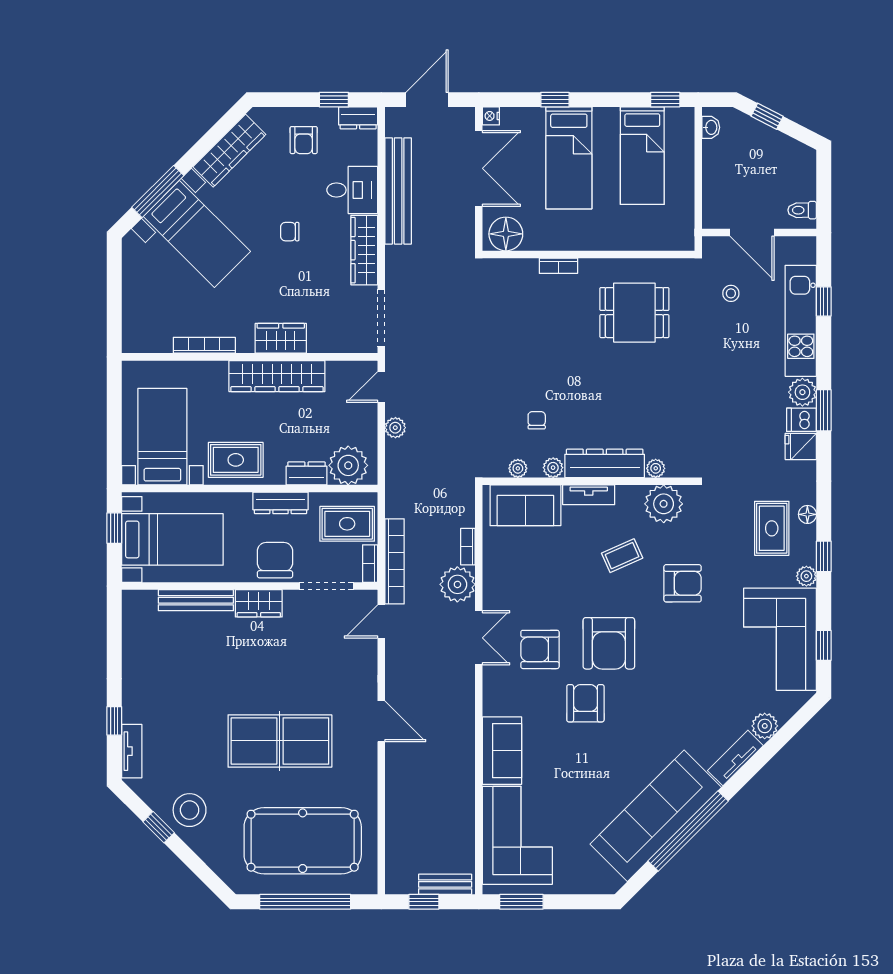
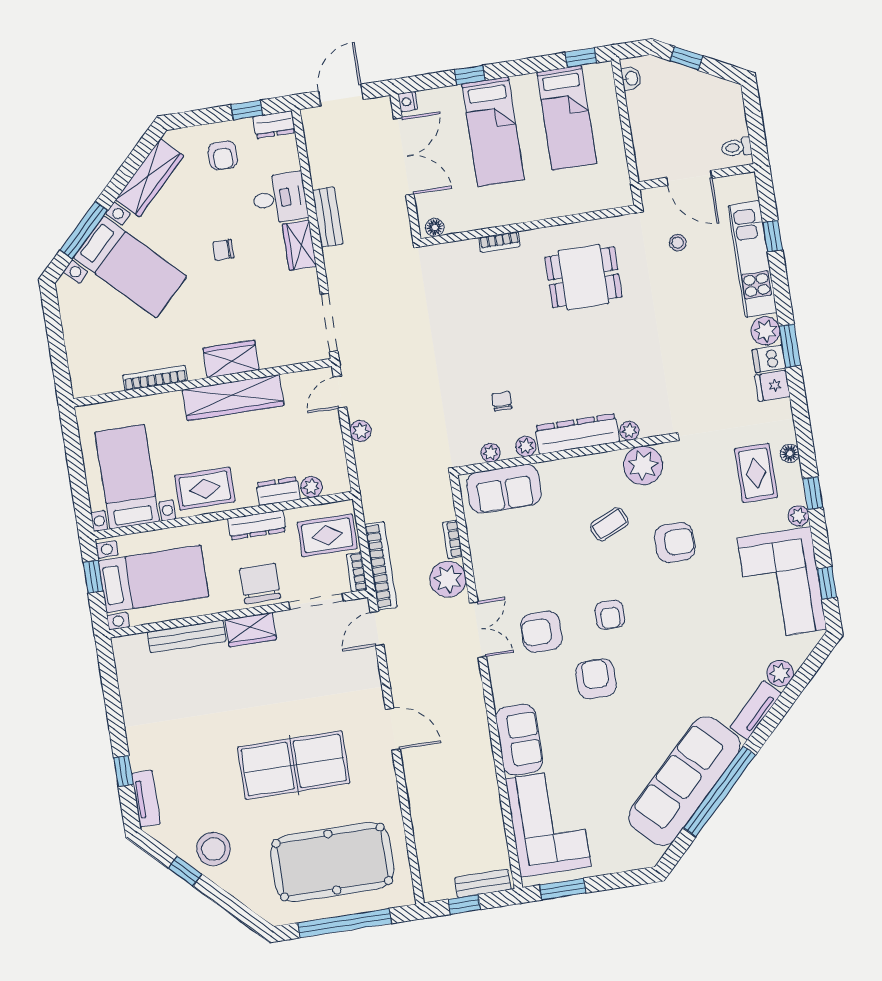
bench: (398, 191) -> (328, 217), width x0.54, depth x0.82
floor lamp: (506, 234) -> (435, 227), width x0.53, depth x0.53
wardrobe: (364, 250) -> (299, 245), width x0.67
plant: (348, 465) -> (311, 487), width x0.53, depth x0.53
tv unit: (589, 495) -> (566, 468), removed
armchair: (609, 643) -> (610, 615), width x0.53, depth x0.53

